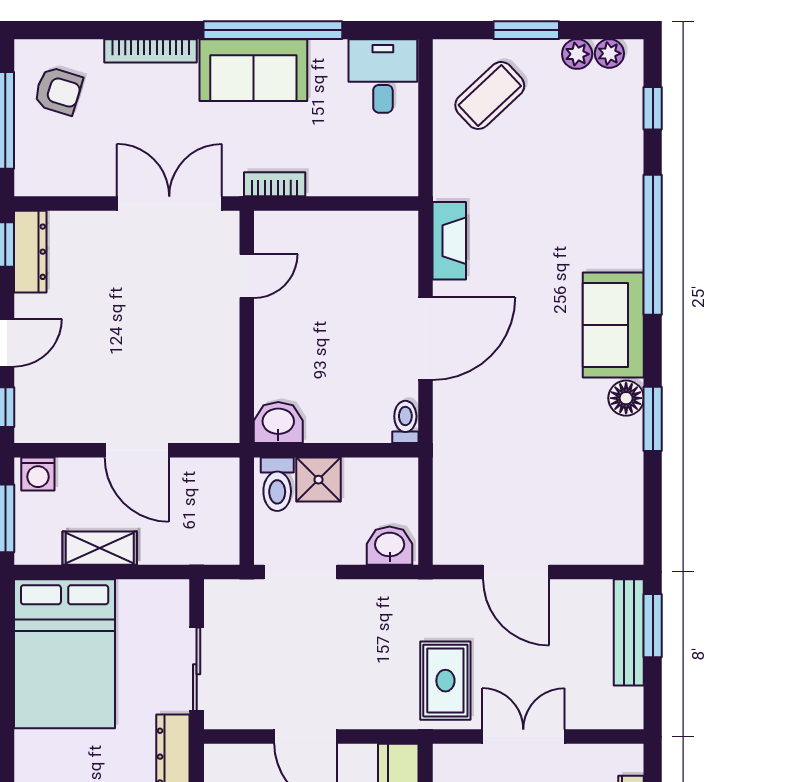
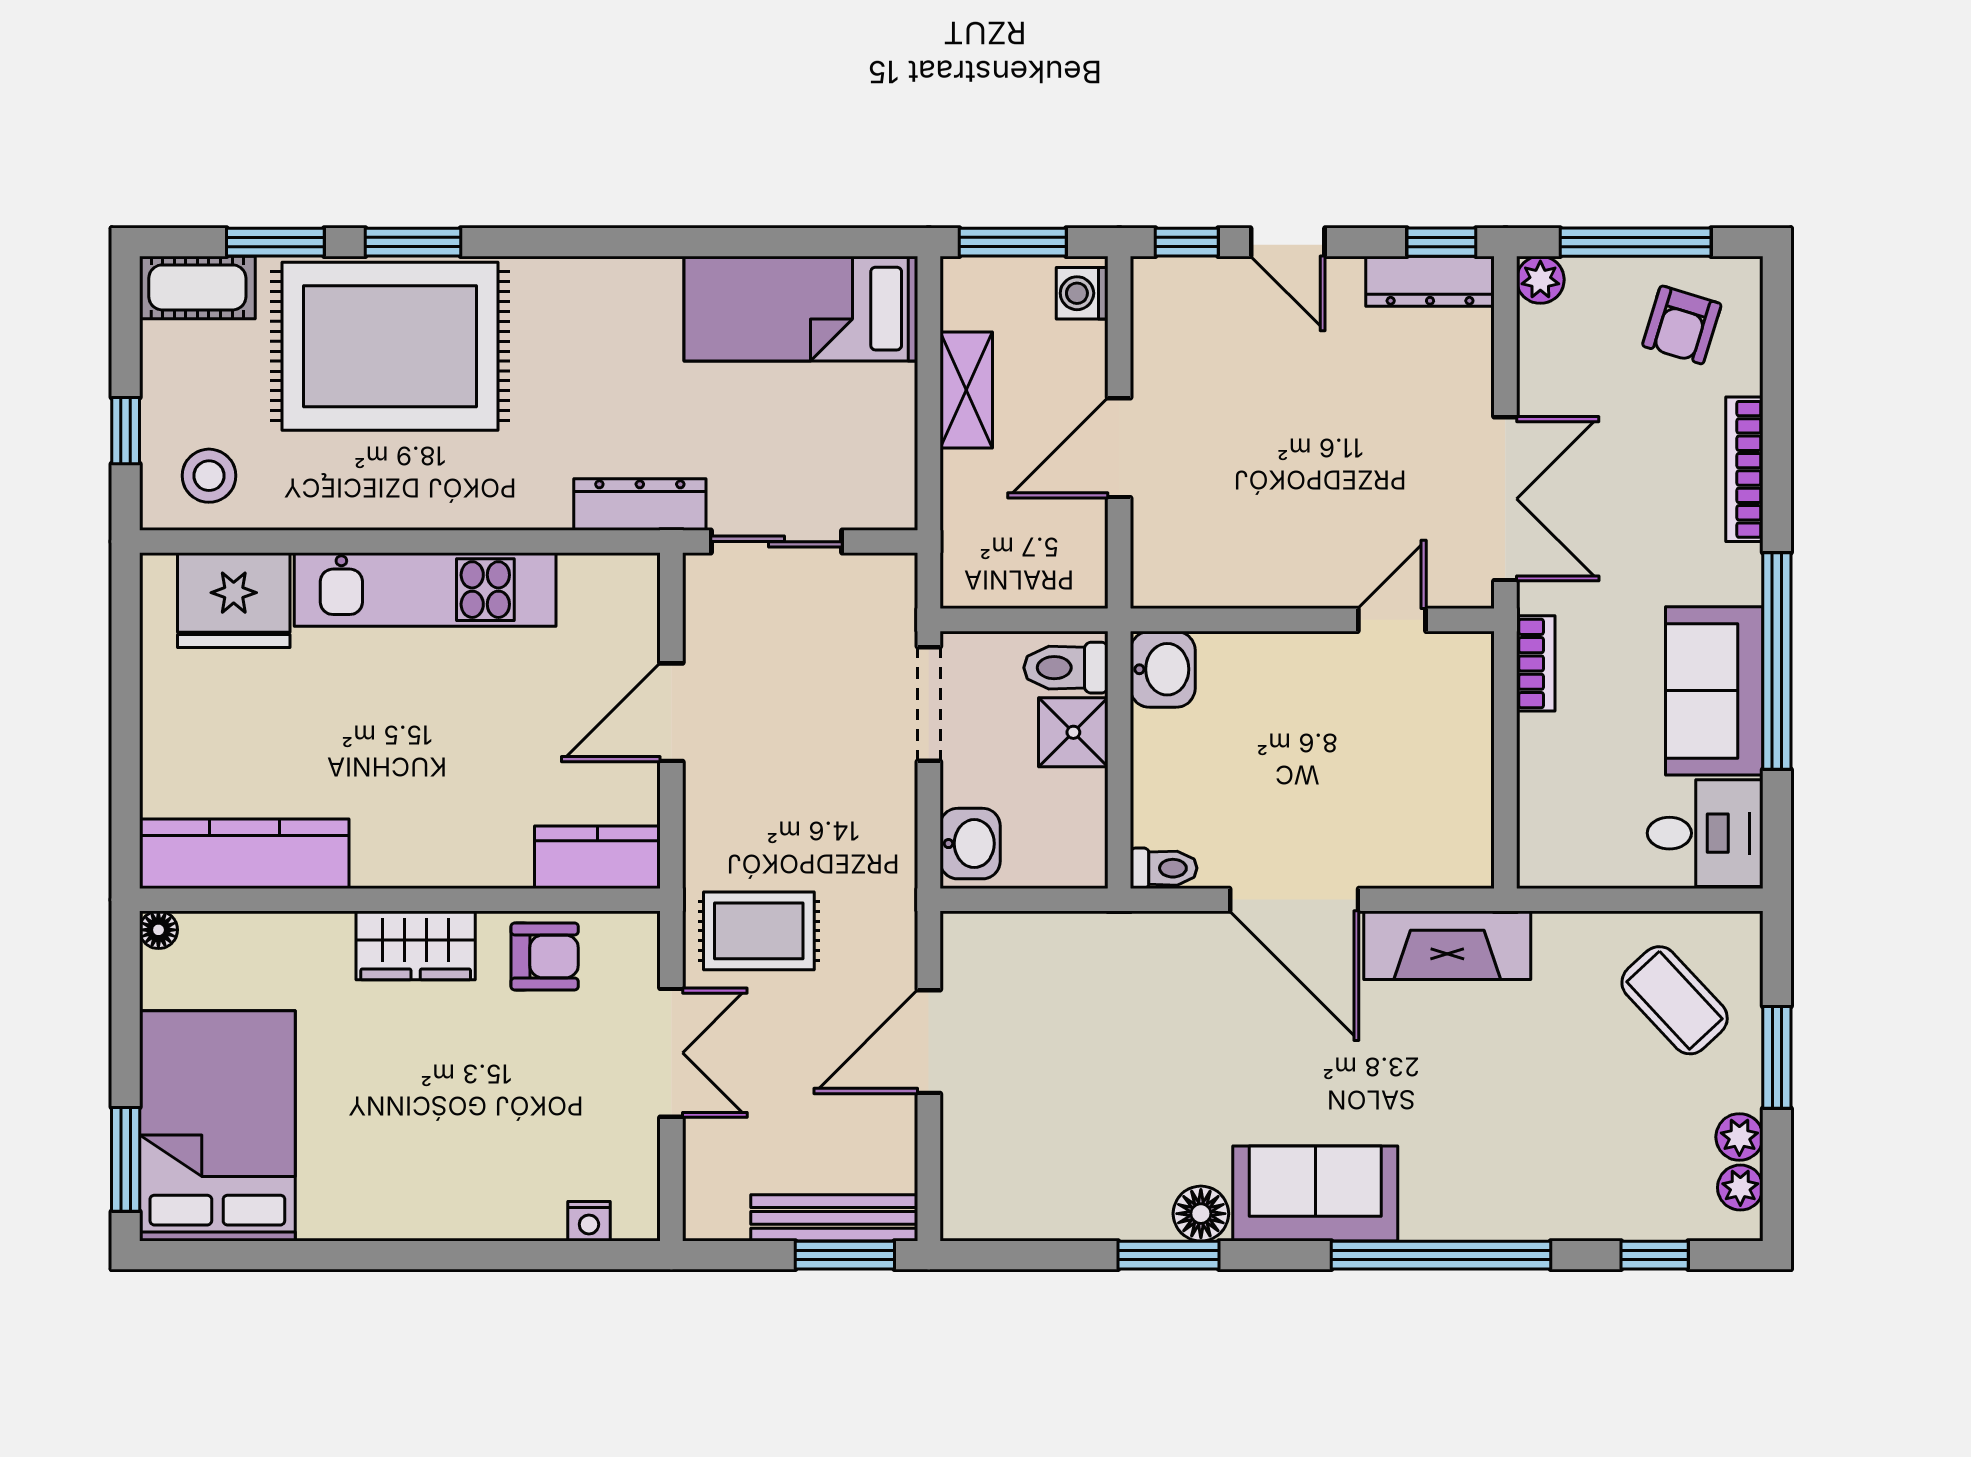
sofa: (253, 70) -> (1714, 691), moved
plant: (29, 181) -> (1540, 280), added
fireplace: (449, 241) -> (1447, 945), width x1.37, depth x1.32
door: (247, 276) -> (1392, 620), swing flipped
bed: (65, 654) -> (801, 309), width x0.67

